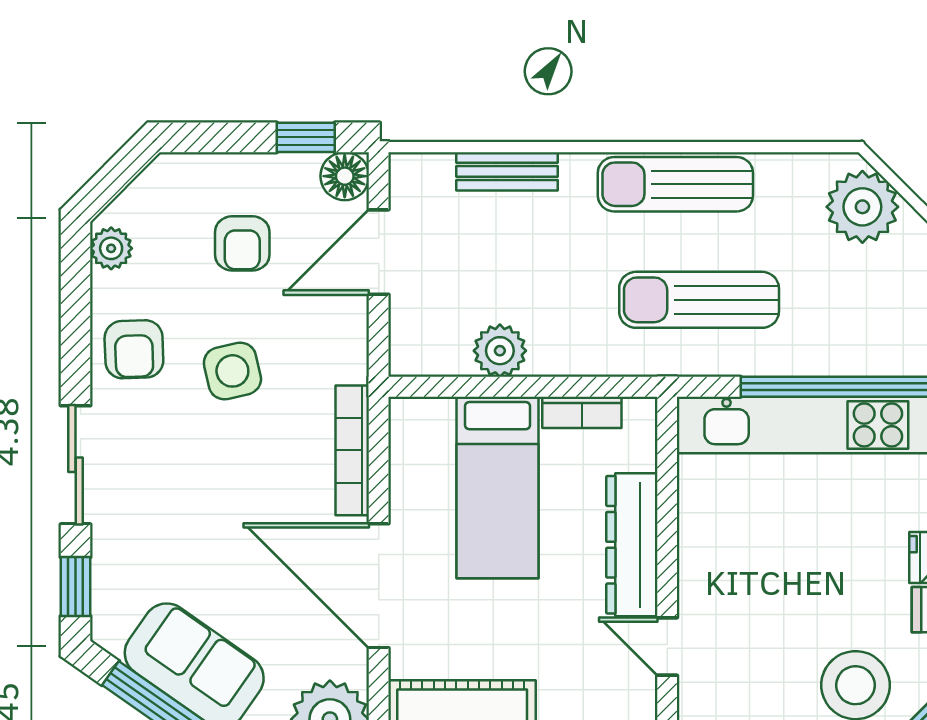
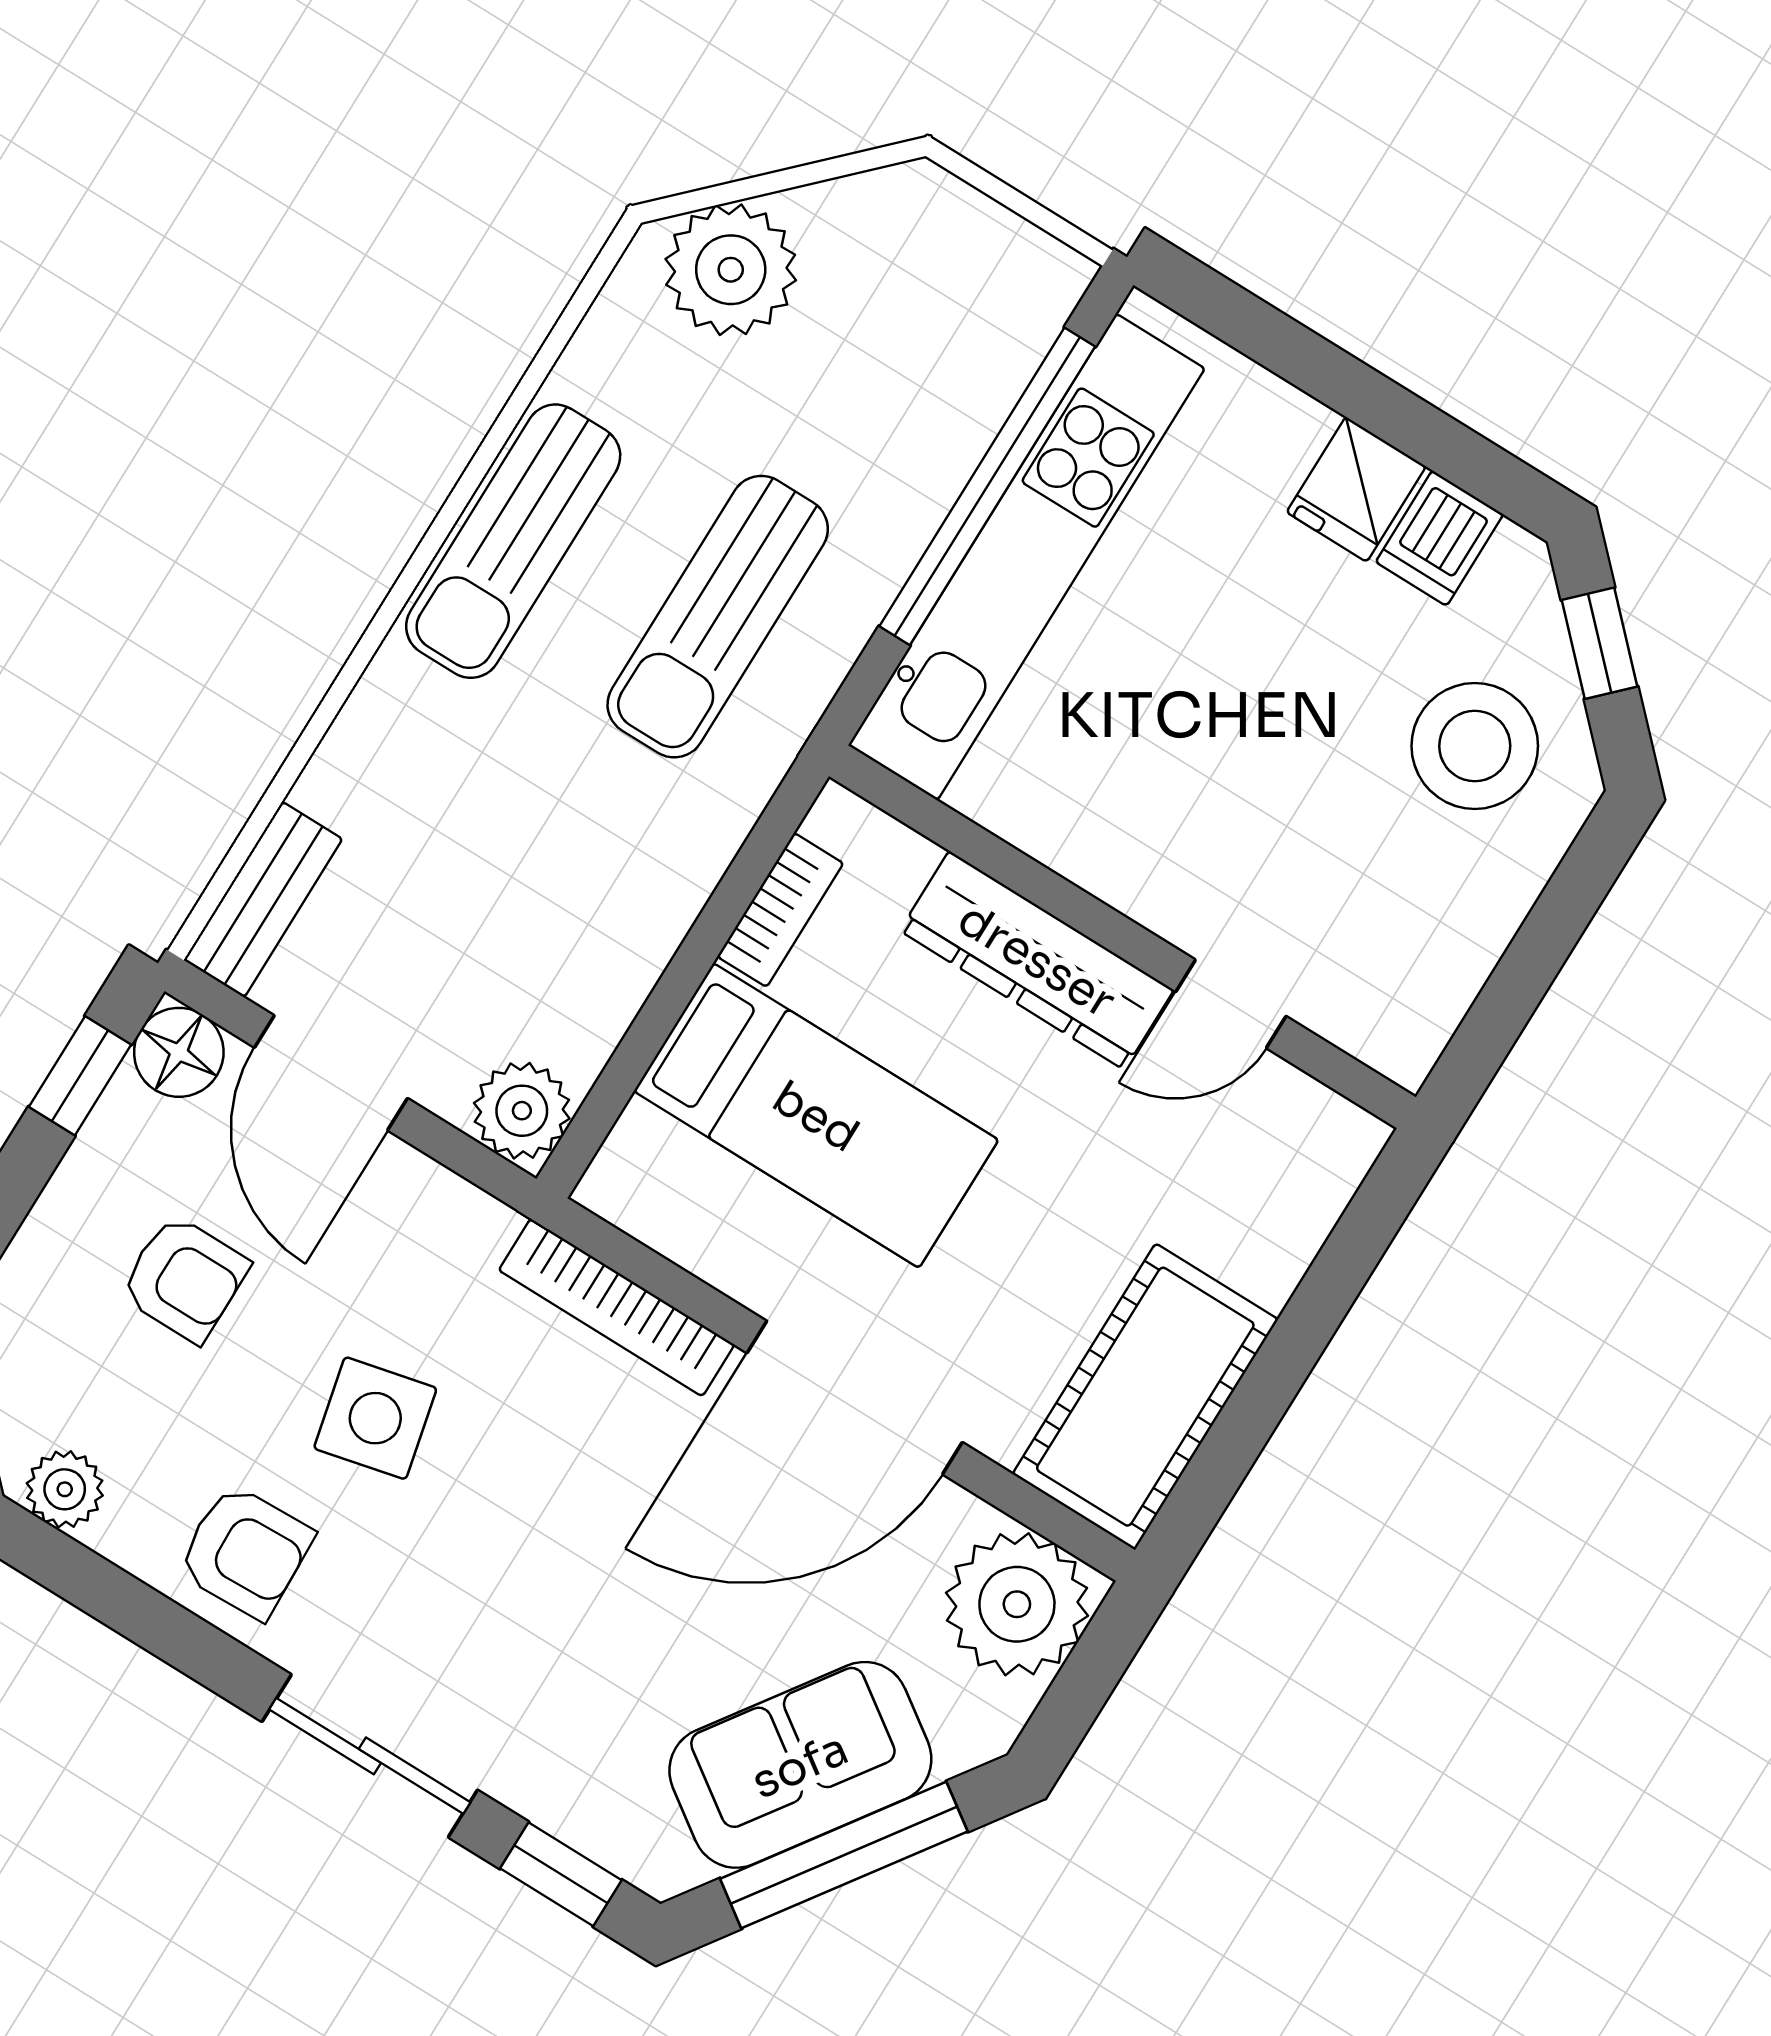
bench: (507, 171) -> (263, 900), moved
plant: (500, 351) -> (522, 1111), moved

